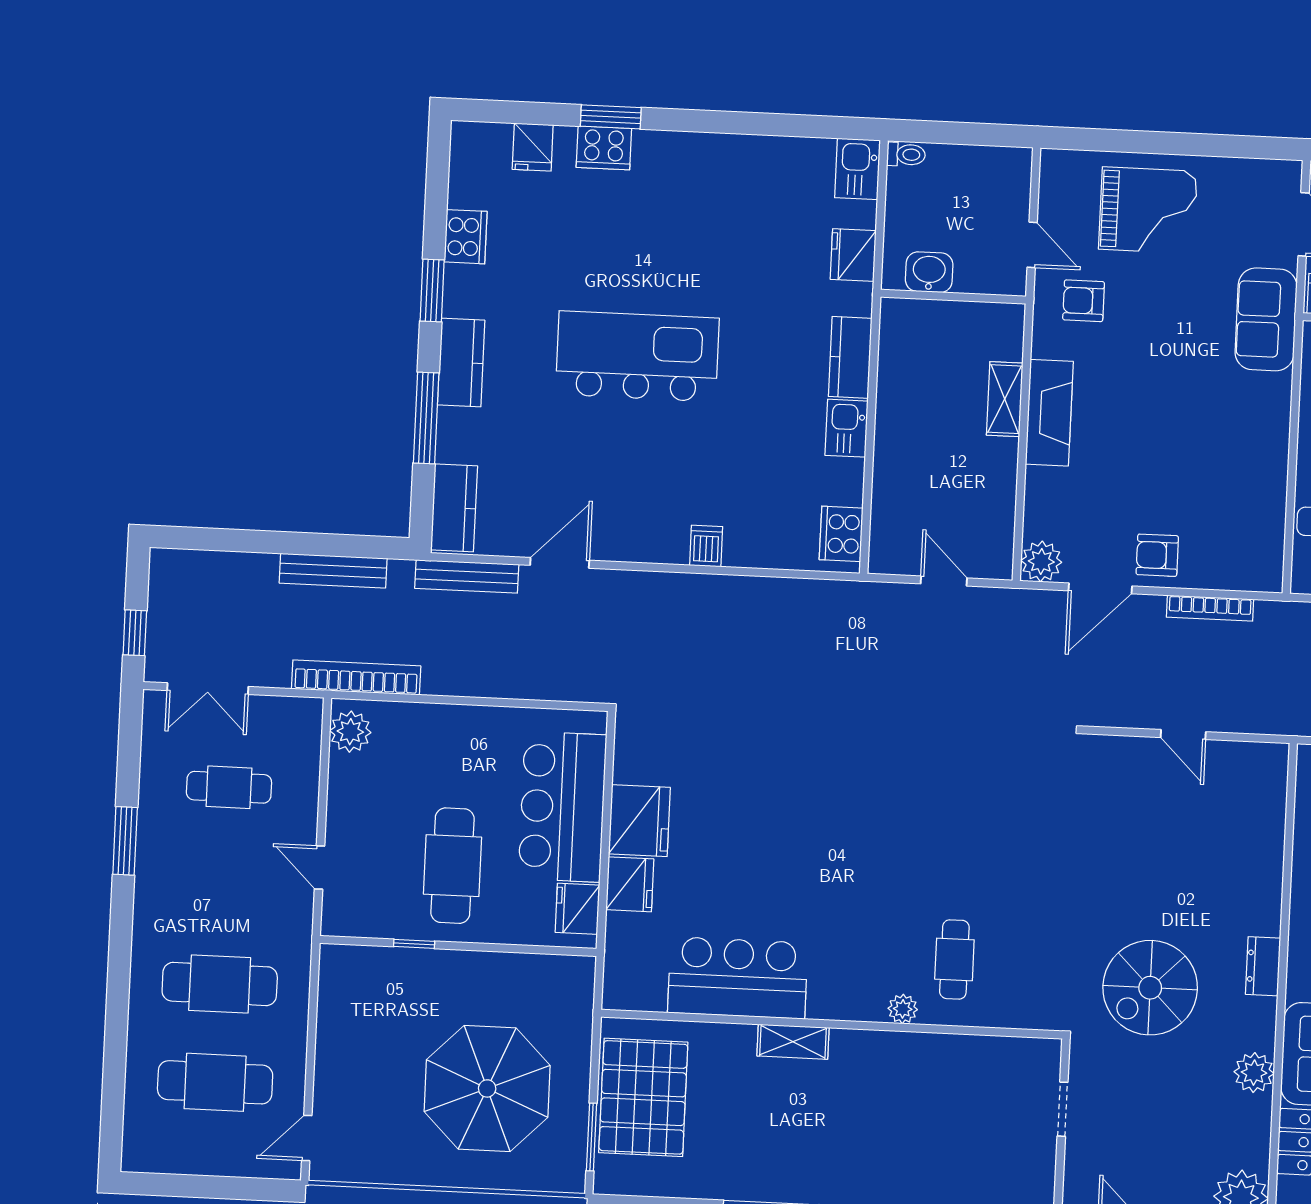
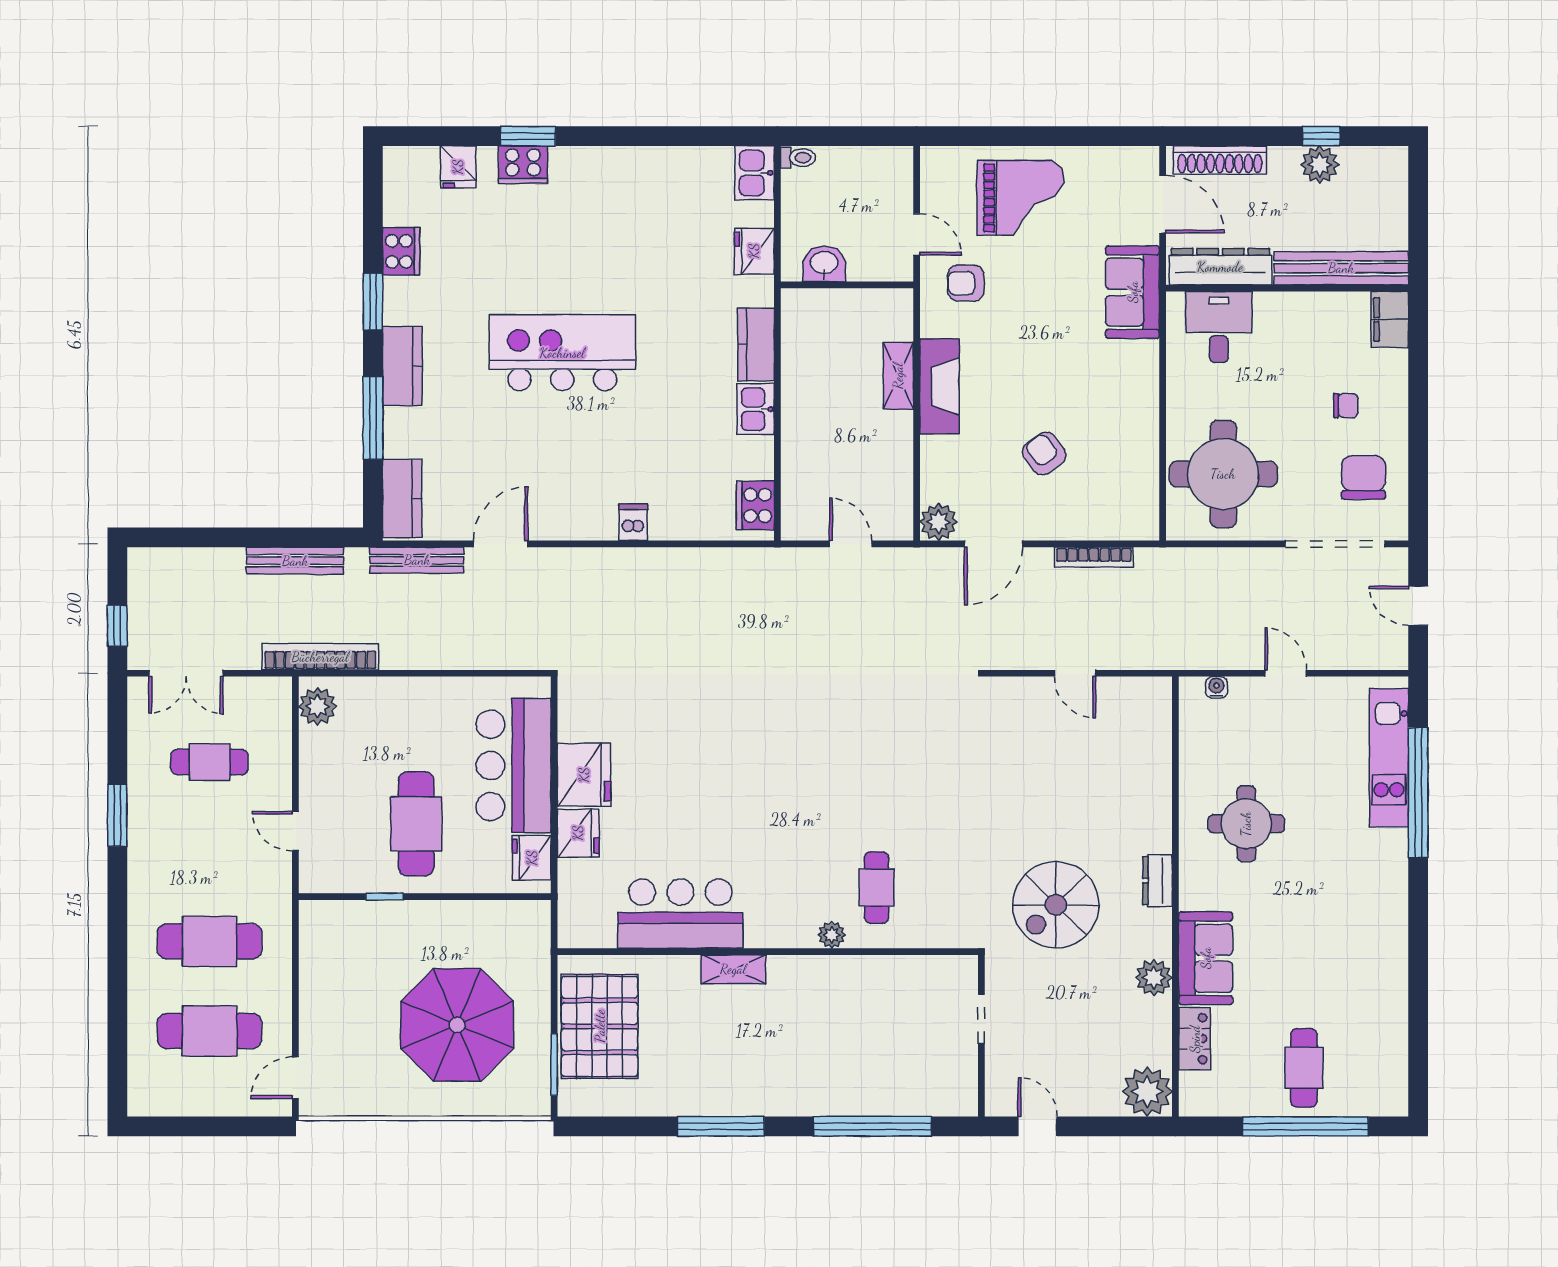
armchair: (1157, 555) -> (1044, 454), moved, turned 54

